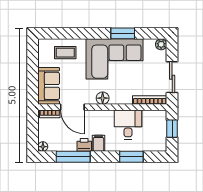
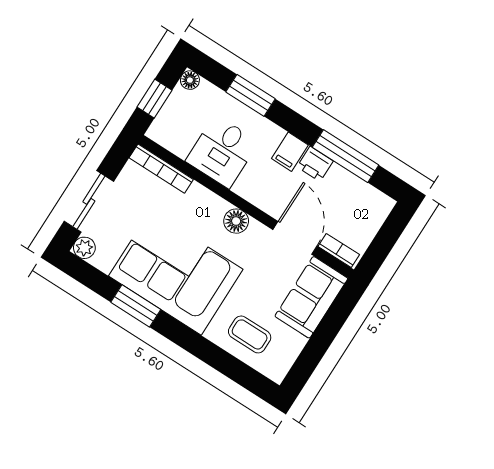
sliding door: (172, 77) -> (89, 201), moved
floor lamp: (43, 147) -> (190, 80), moved

